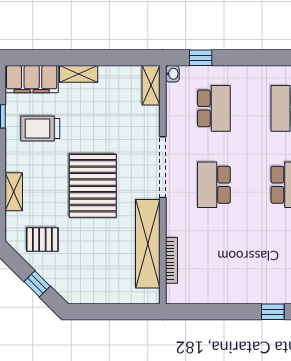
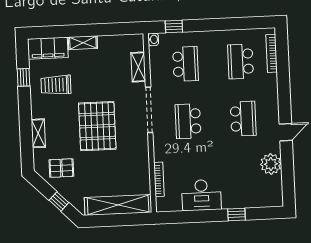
shelving: (151, 85) -> (138, 67), moved
shelving: (148, 244) -> (118, 205), moved, turned 90
desk: (227, 284) -> (201, 195), added

